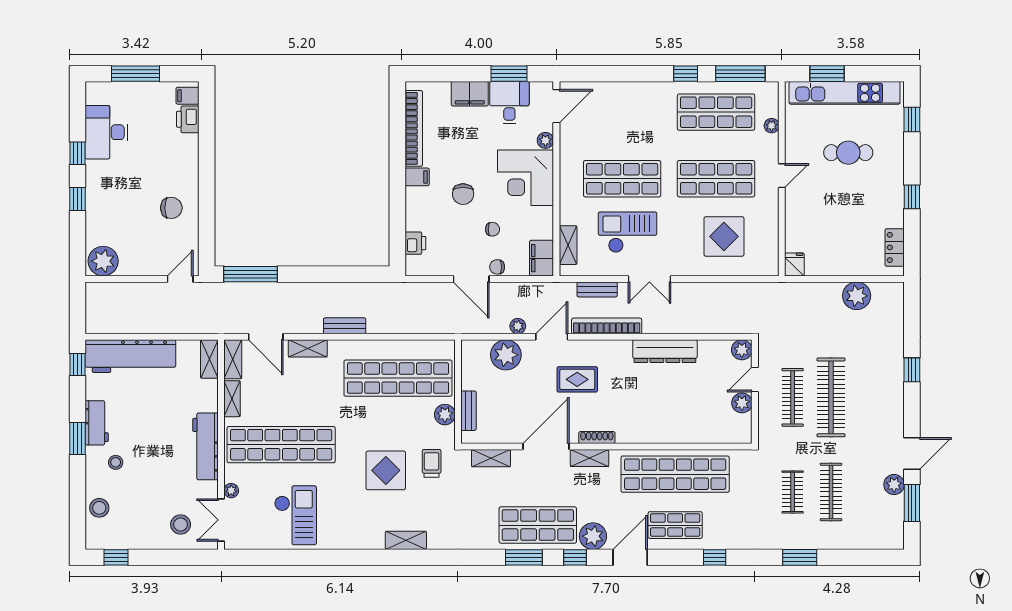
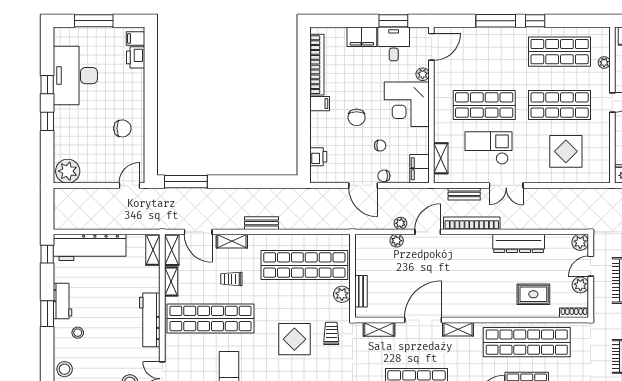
window: (740, 74) -> (496, 21), moved
desk: (106, 132) -> (75, 76), width x1.36, depth x1.30
plant: (506, 355) -> (397, 241), width x0.53, depth x0.53
rug: (577, 379) -> (533, 294), moved
trolley: (307, 395) -> (231, 279), added
shoe rack: (597, 438) -> (574, 313), moved
plant: (231, 491) -> (170, 355), removed

